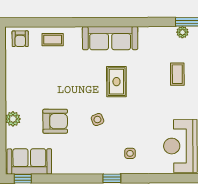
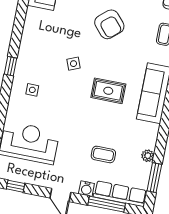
plant: (182, 32) -> (148, 156), moved
armchair: (55, 121) -> (109, 24), moved, turned -41

